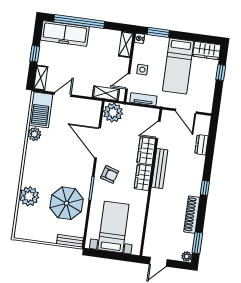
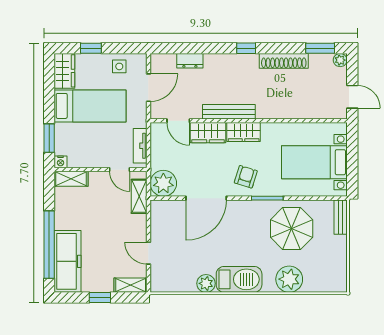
side table: (142, 70) -> (119, 66), moved
barbecue: (41, 110) -> (239, 279), moved

